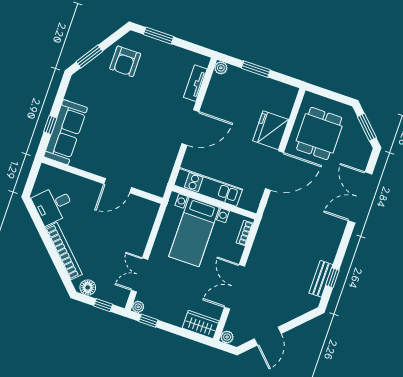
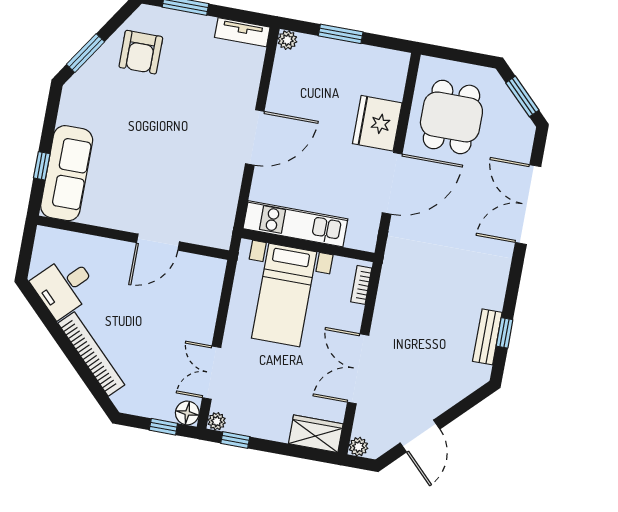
tv unit: (195, 83) -> (242, 32), moved, turned -90
floor lamp: (88, 287) -> (187, 413), moved

